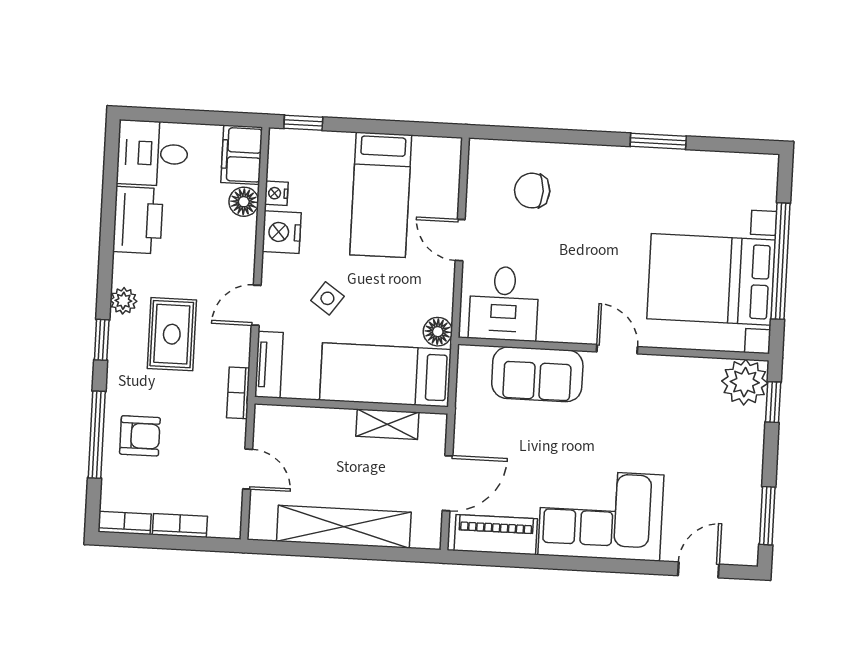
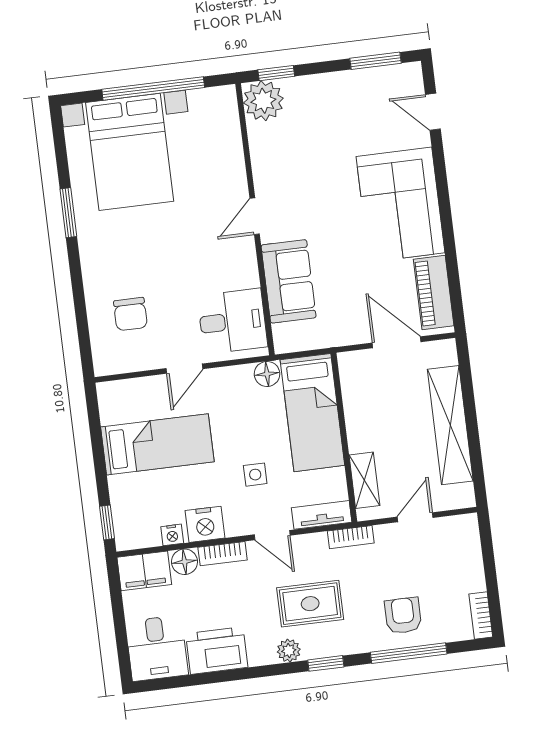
bed with nightstands: (711, 279) -> (130, 152), moved
side table: (327, 298) -> (255, 475), turned -35
shelving: (387, 424) -> (364, 480), moved
bookcase: (180, 526) -> (223, 554), moved, turned -90

